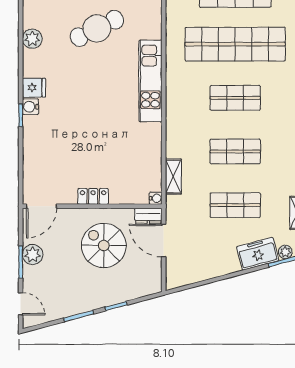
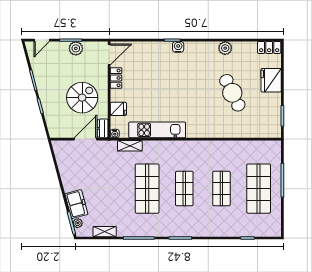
shop shelf: (235, 44) -> (221, 189), width x0.50, depth x0.74
kitchen unit: (150, 81) -> (157, 130), moved
fridge: (34, 88) -> (118, 109), moved, turned -90
shop shelf: (235, 151) -> (147, 189), width x1.43, depth x1.36
locker: (93, 196) -> (116, 78), moved
shop shelf: (235, 205) -> (110, 189), removed
door: (41, 206) -> (109, 54), swing flipped

